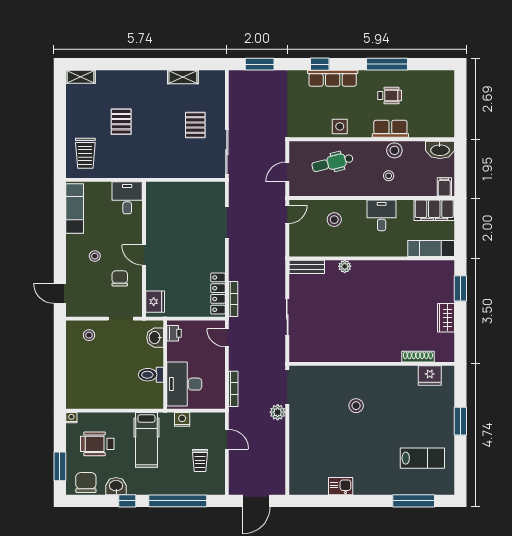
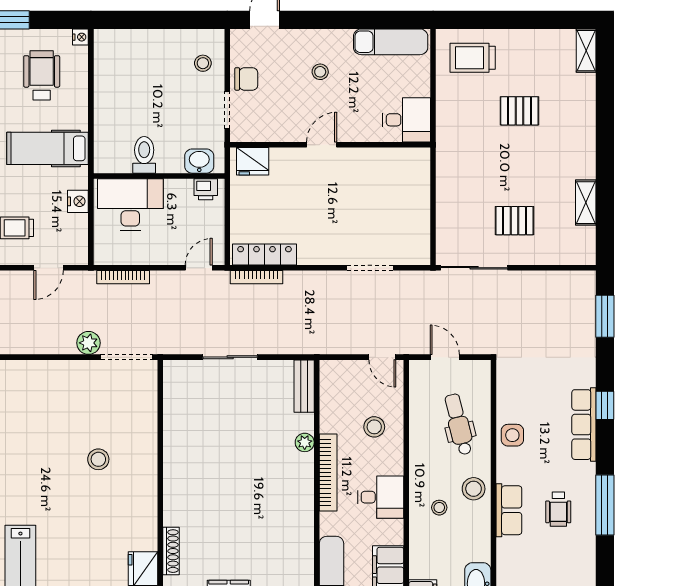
stool: (394, 150) -> (474, 489), moved
bookcase: (365, 251) -> (328, 472), added
chair: (120, 278) -> (246, 79), moved

